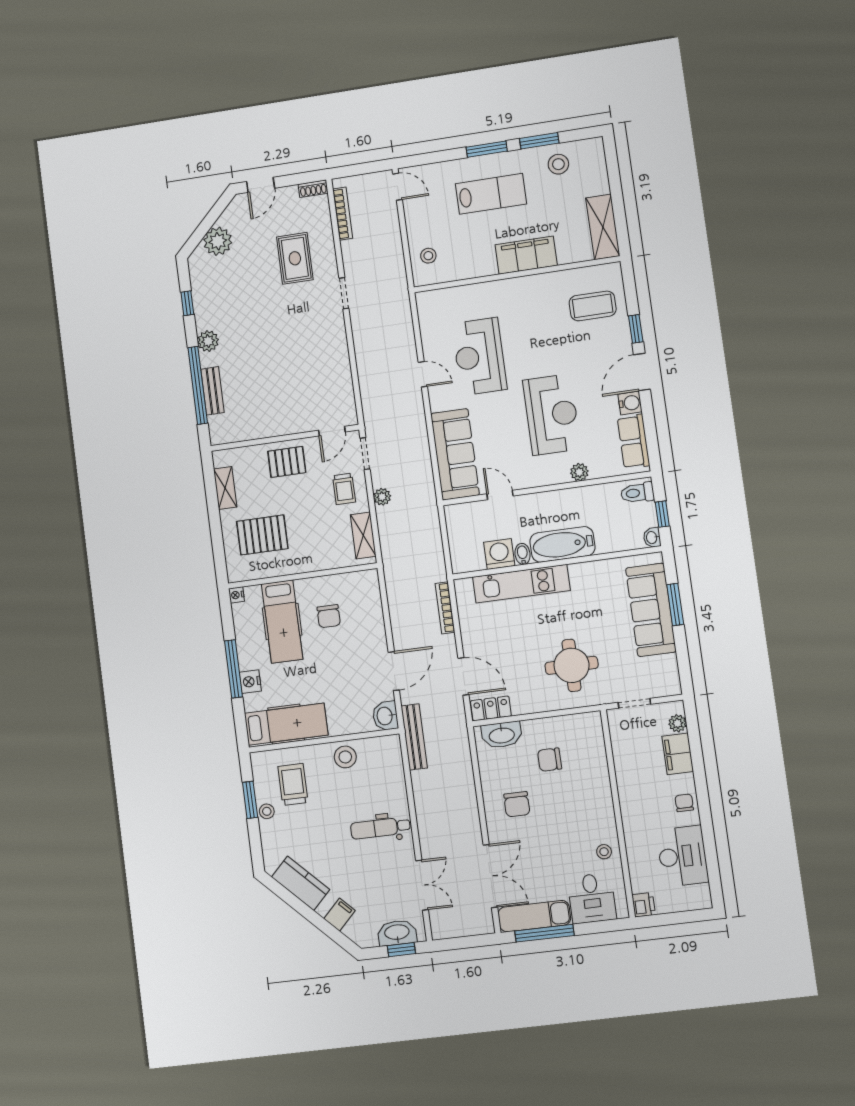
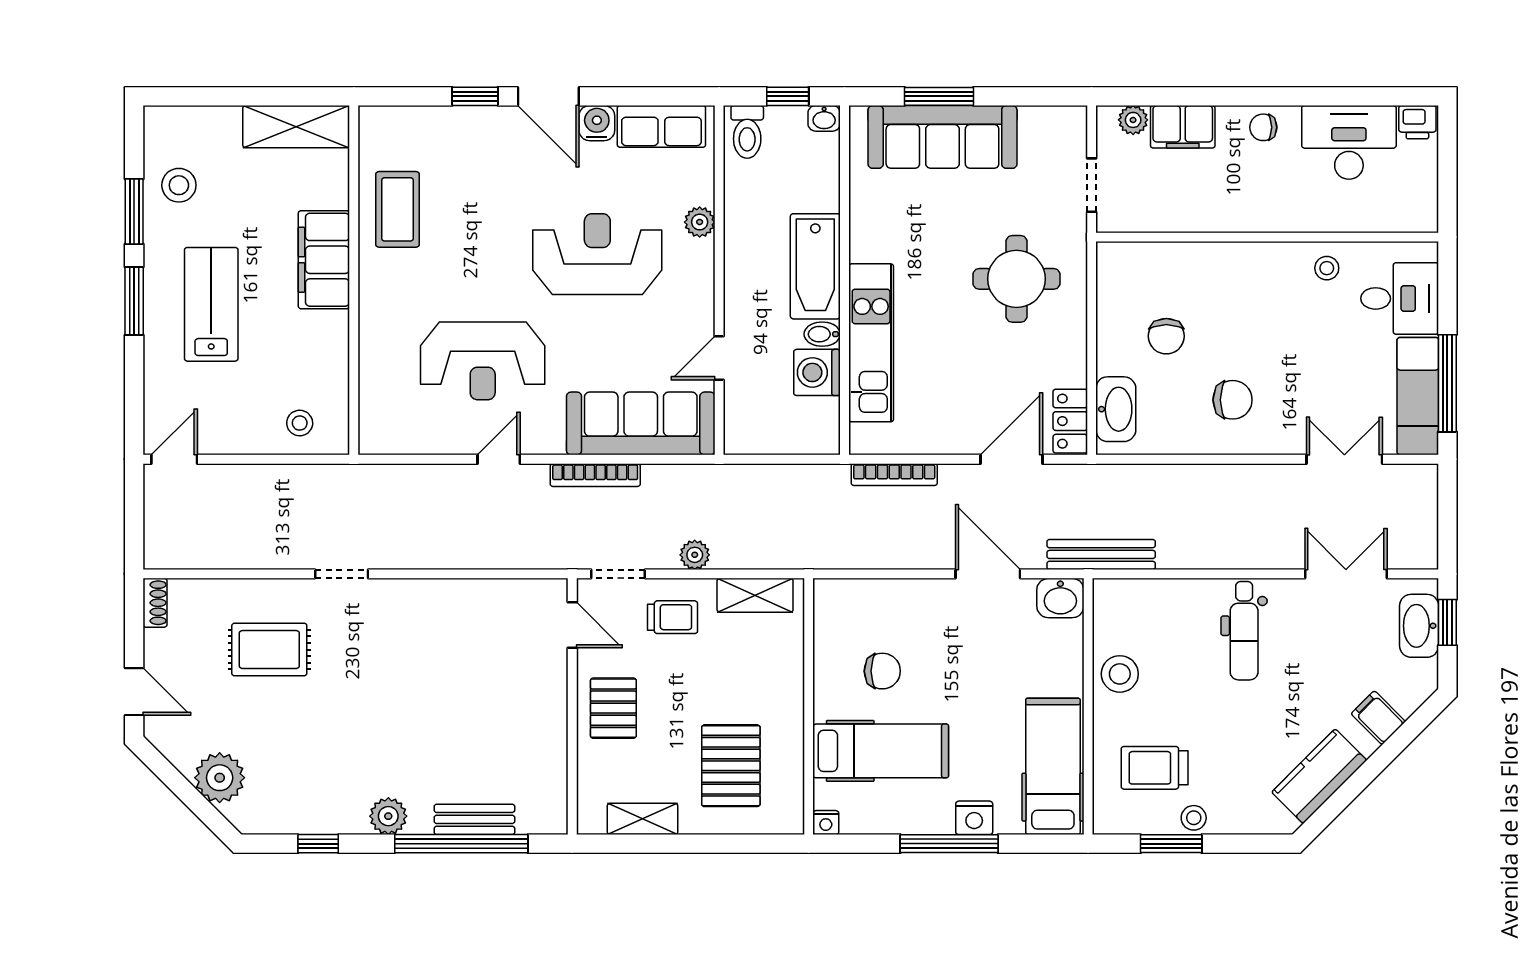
bookcase: (343, 214) -> (595, 475), moved, turned 180
coffee table: (593, 306) -> (397, 209), moved
double door: (490, 876) -> (1344, 459), width x0.73
printer: (644, 905) -> (1417, 122), moved, turned 180

